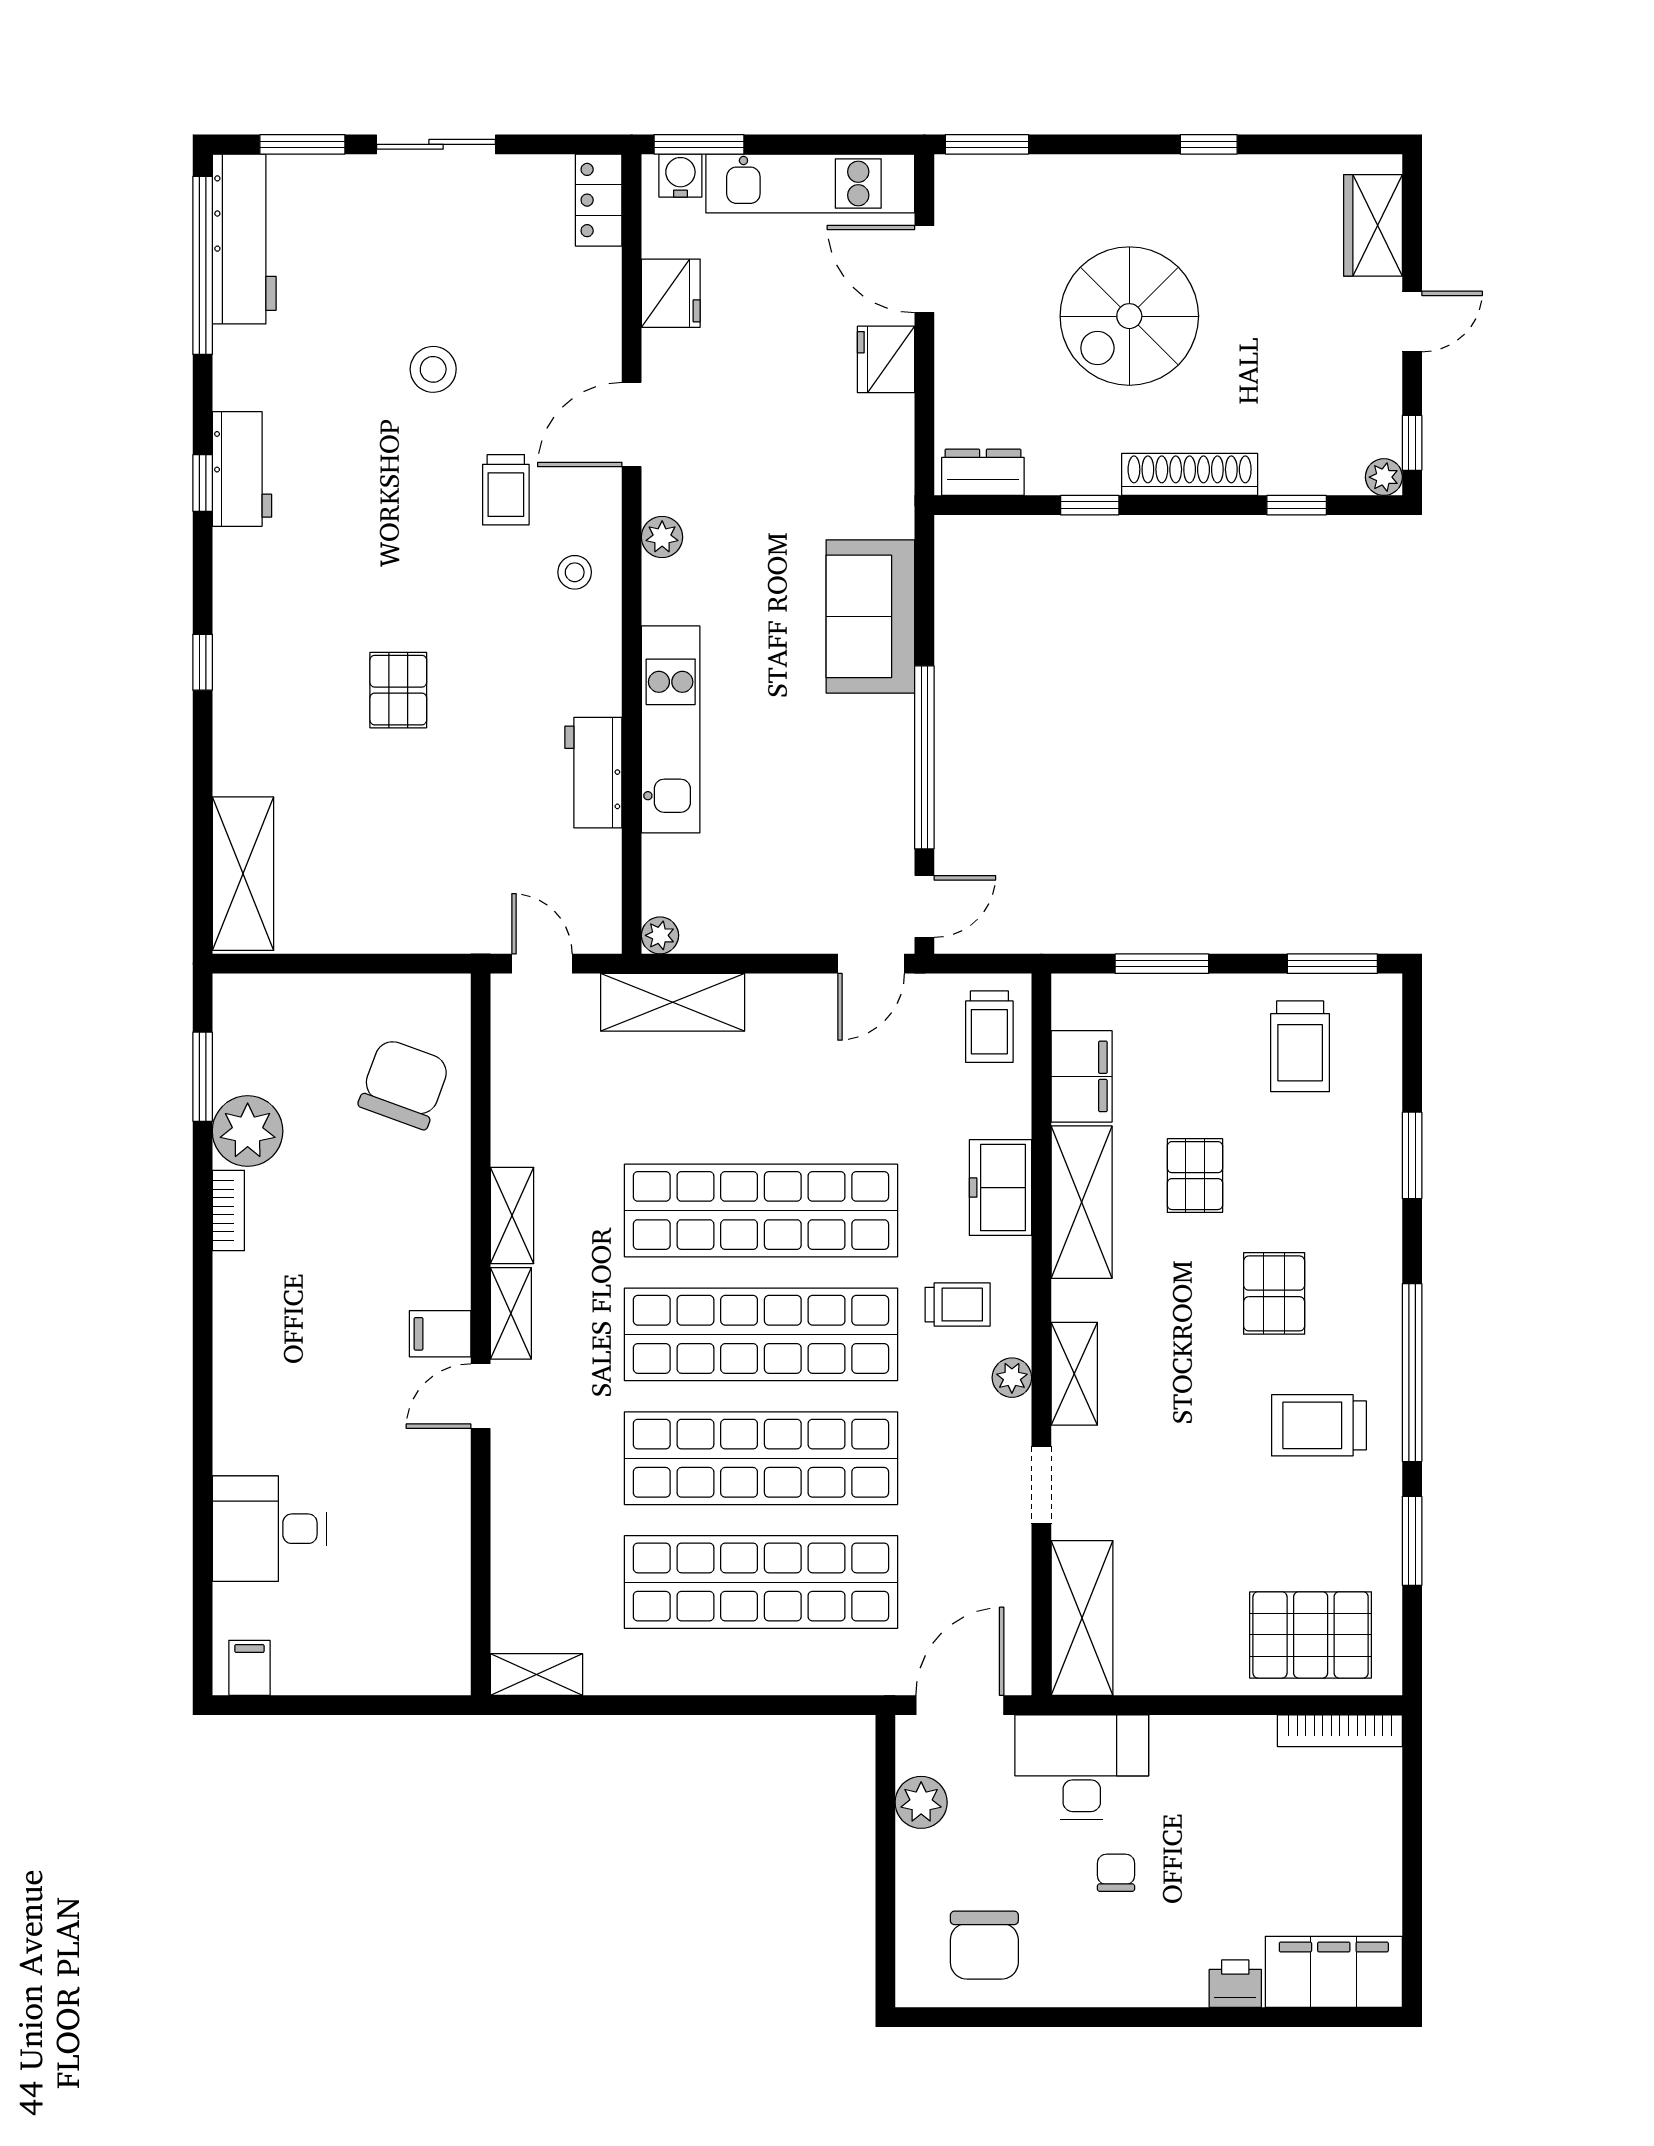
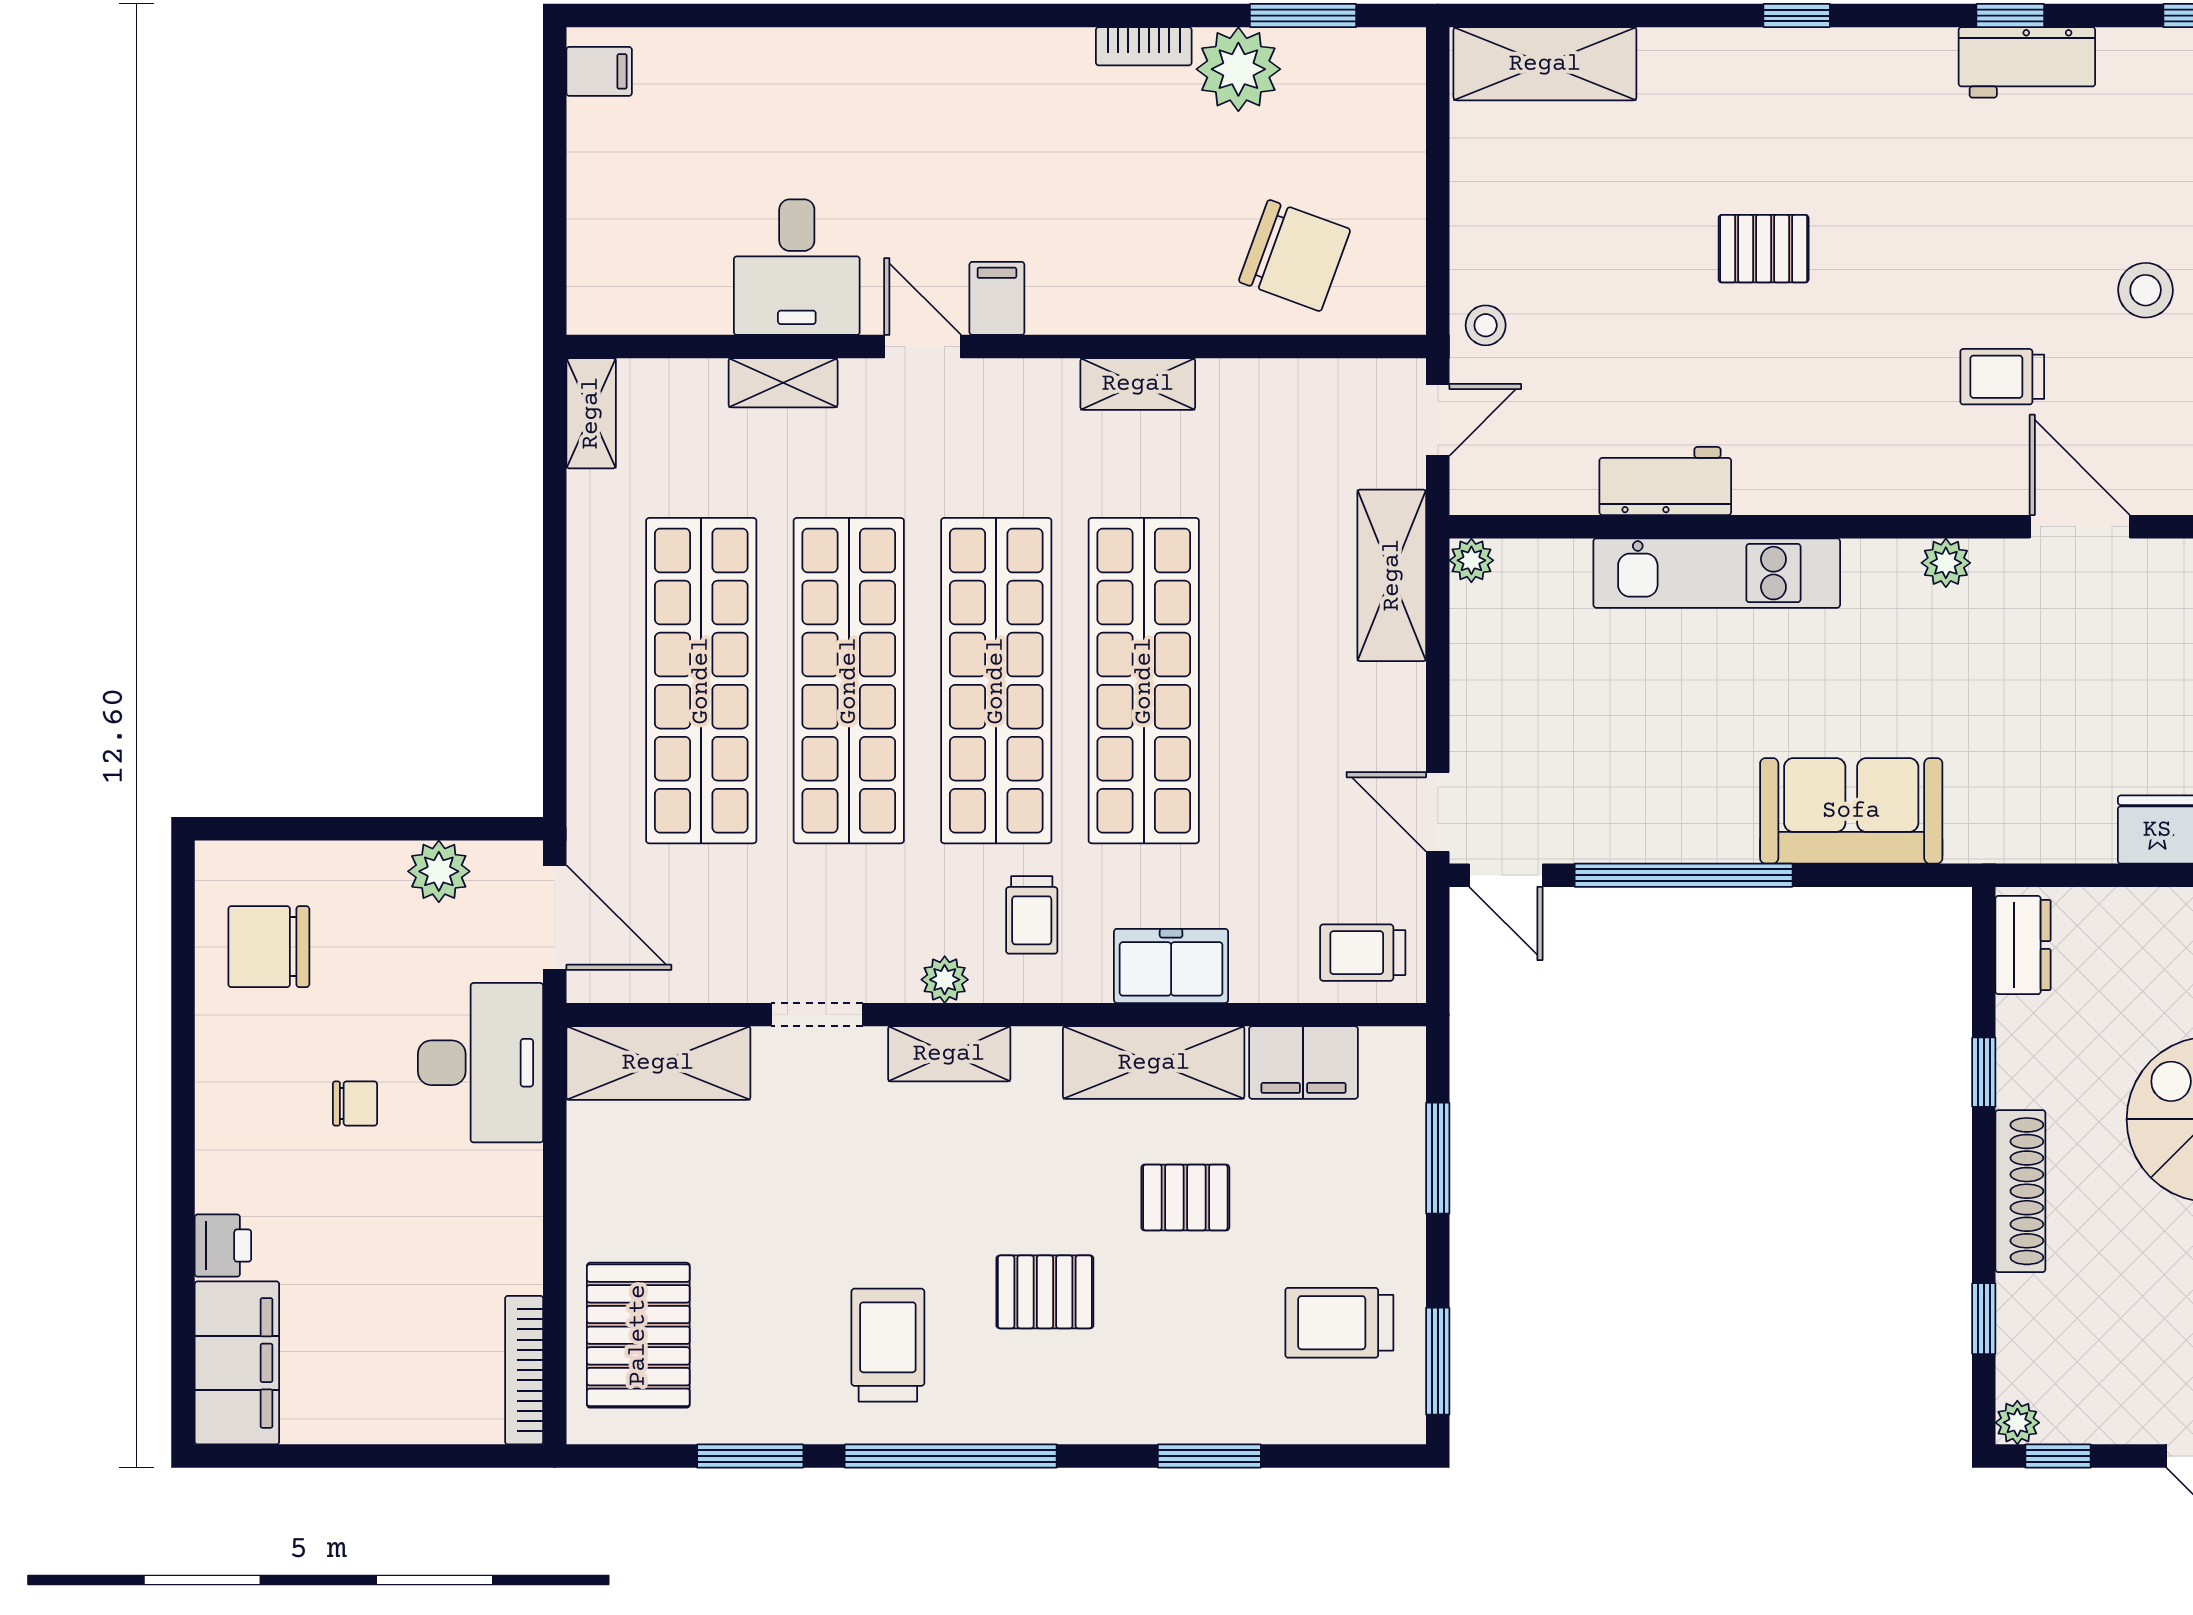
stool: (575, 572) -> (1486, 325), moved
shelving: (511, 1313) -> (783, 383), moved
desk: (269, 1529) -> (797, 267), moved, turned 180

